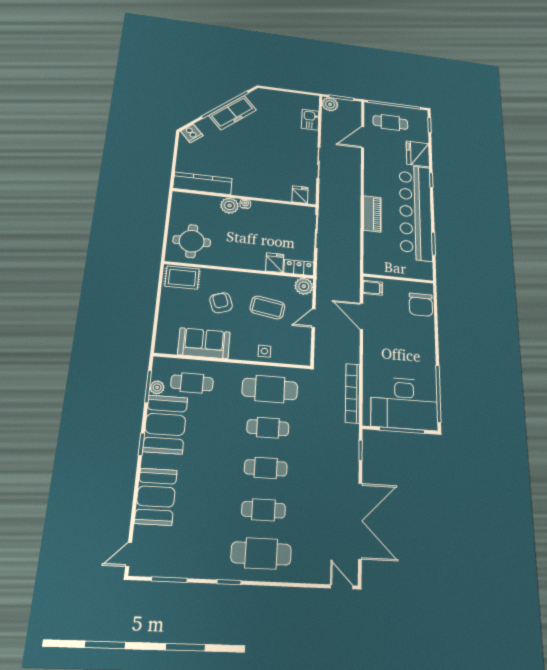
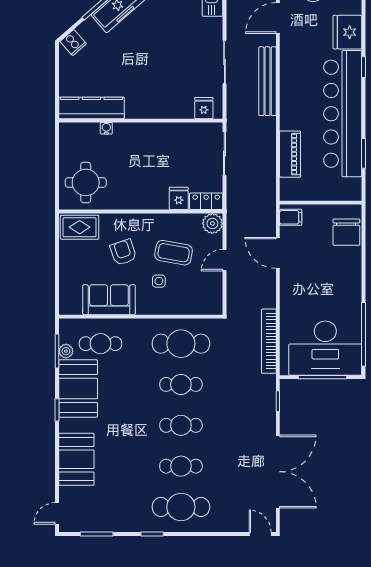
bench: (354, 181) -> (268, 81), added
water cooler: (245, 204) -> (106, 128), moved
plant: (230, 206) -> (124, 133), removed
piano: (372, 214) -> (290, 154), moved
side table: (264, 351) -> (159, 281), moved

